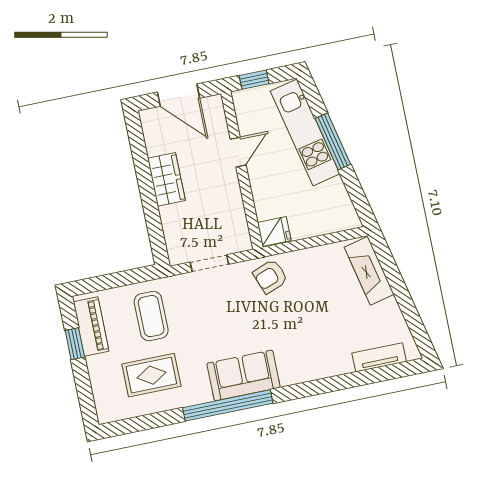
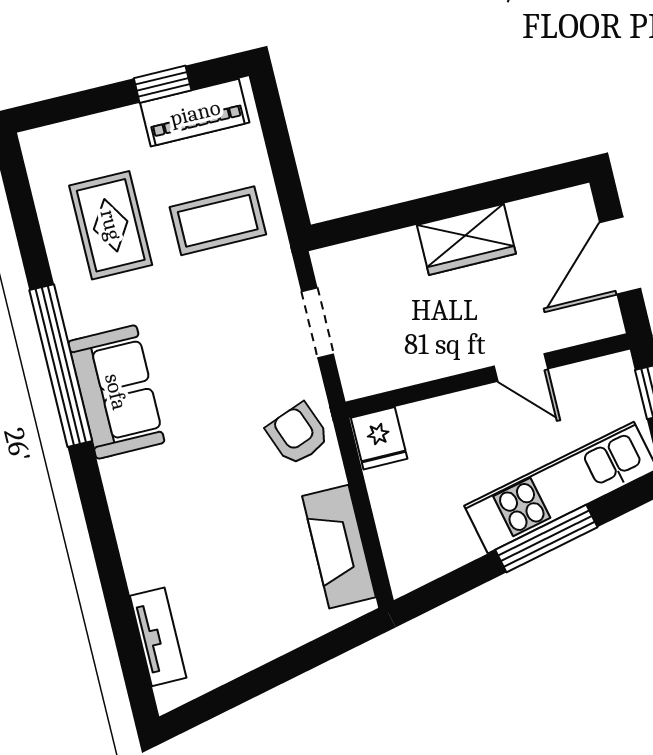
fireplace: (369, 271) -> (339, 547), moved, turned -77

